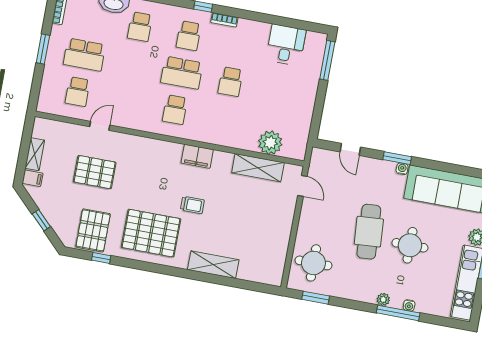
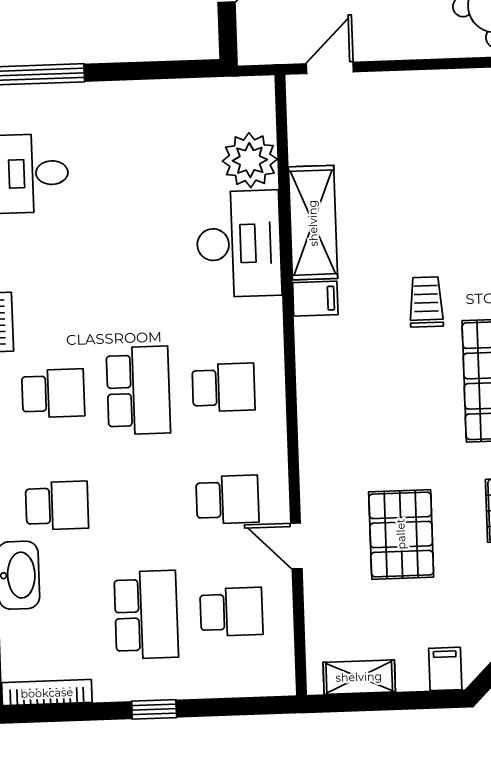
window: (43, 49) -> (154, 709), width x0.67
school desk: (230, 82) -> (227, 500), moved
desk: (235, 130) -> (239, 244), added
shelving: (35, 154) -> (359, 677), moved
filing cabinet: (197, 156) -> (315, 299), width x0.50
shelving: (258, 168) -> (313, 223), moved

